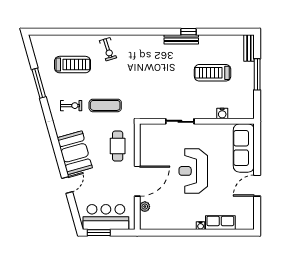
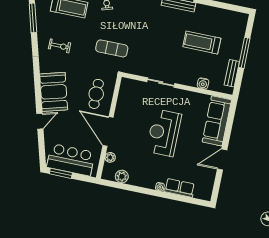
bench: (249, 48) -> (232, 73), moved
exercise mat: (105, 105) -> (112, 48), moved
door: (137, 181) -> (108, 131), swing flipped
plant: (160, 223) -> (122, 176), added

